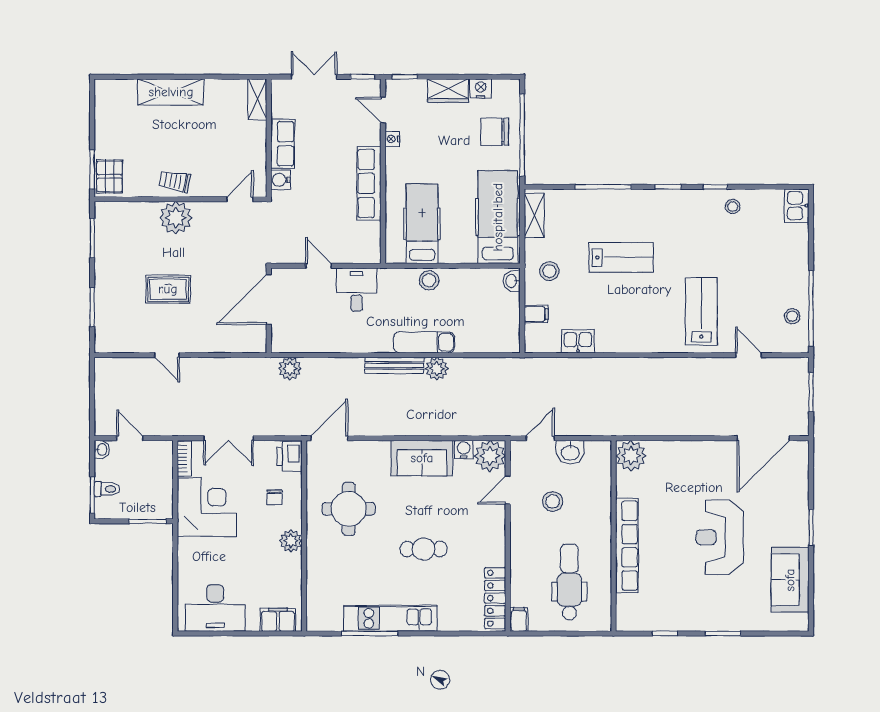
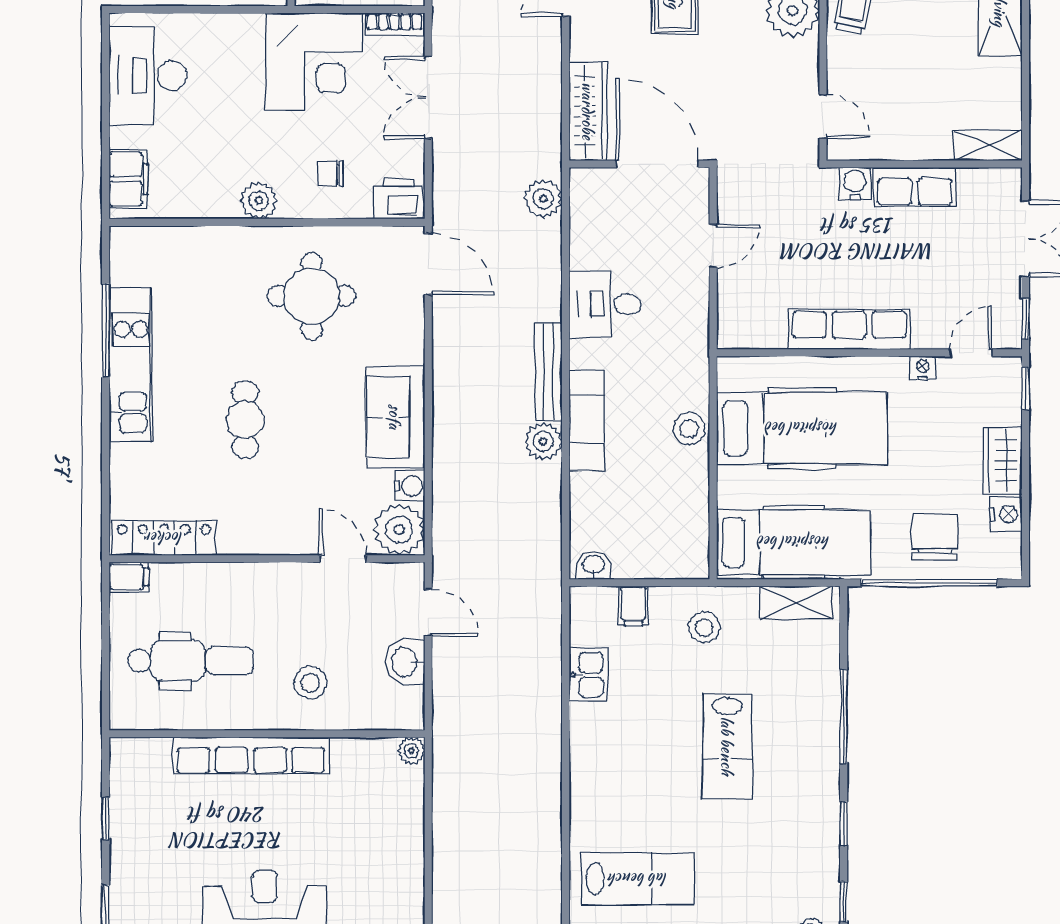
hospital bed: (422, 224) -> (802, 428), width x1.37, depth x1.29
washbasin: (512, 281) -> (593, 565), moved
desk: (357, 290) -> (605, 304), moved, turned 180
wardrobe: (237, 341) -> (588, 111), added
plant: (631, 456) -> (411, 751), width x0.53, depth x0.53
stool: (553, 502) -> (310, 683), moved

